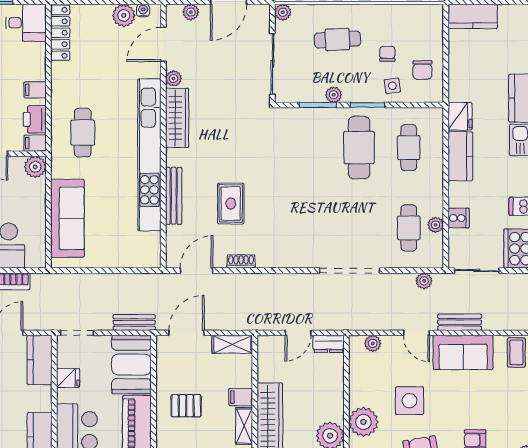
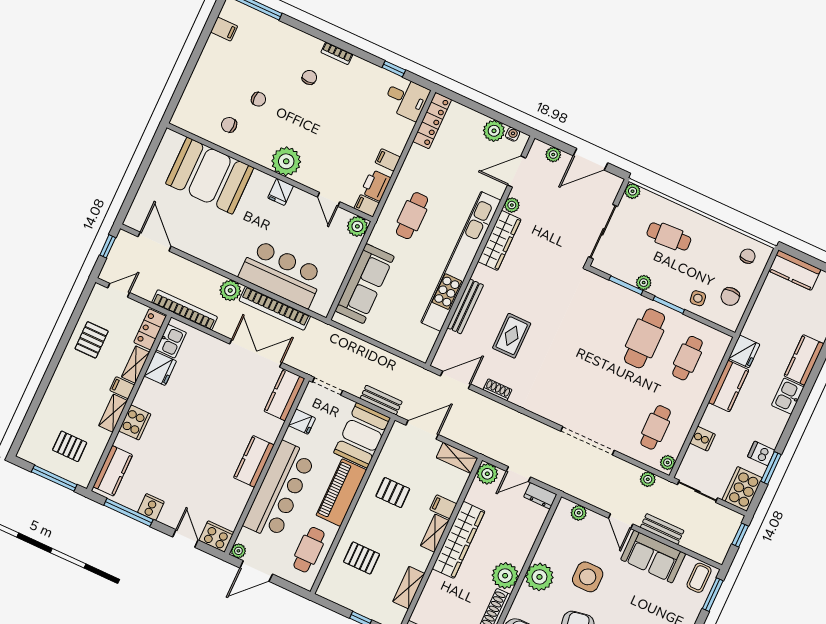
chair: (387, 54) -> (748, 256), moved
plant: (436, 225) -> (668, 462), moved
plant: (268, 346) -> (487, 474), added

